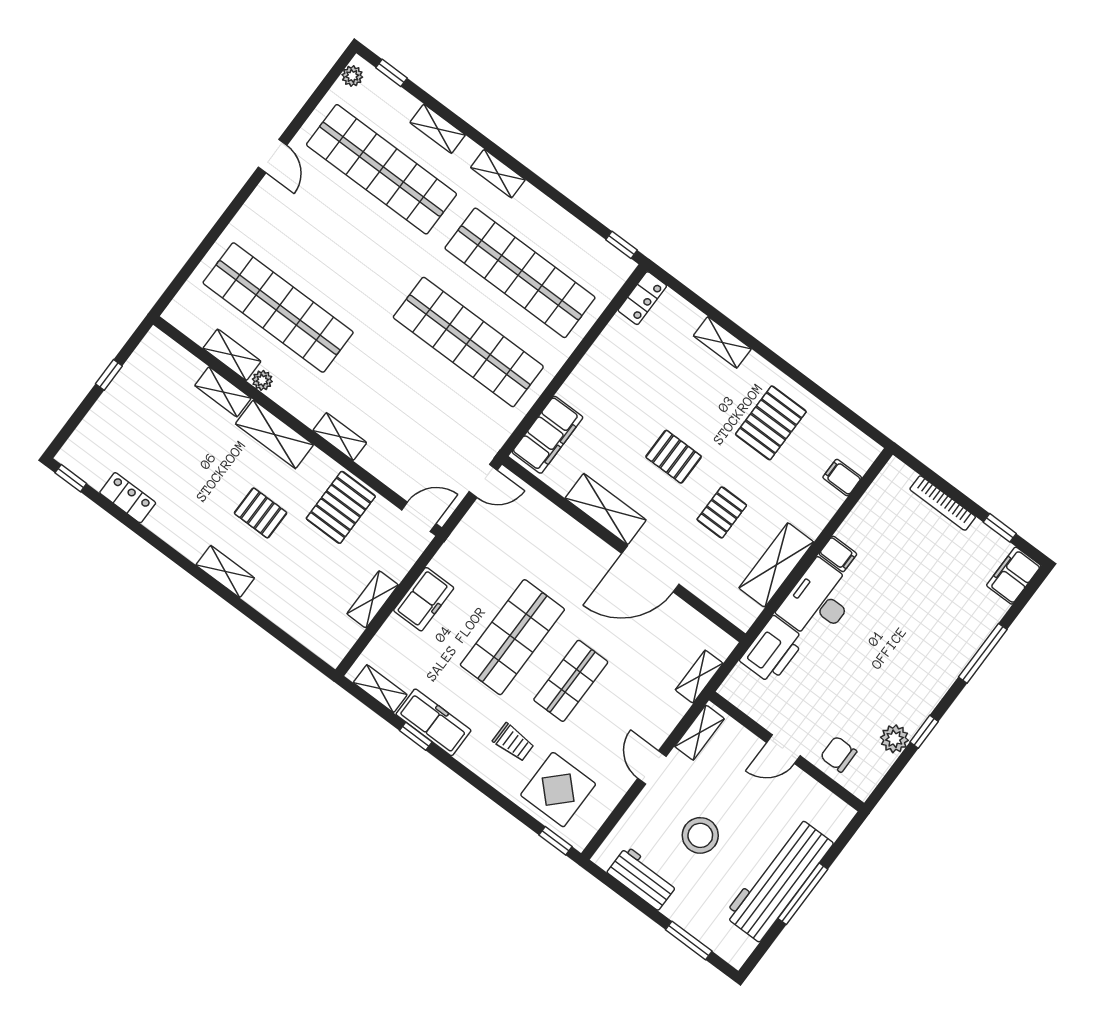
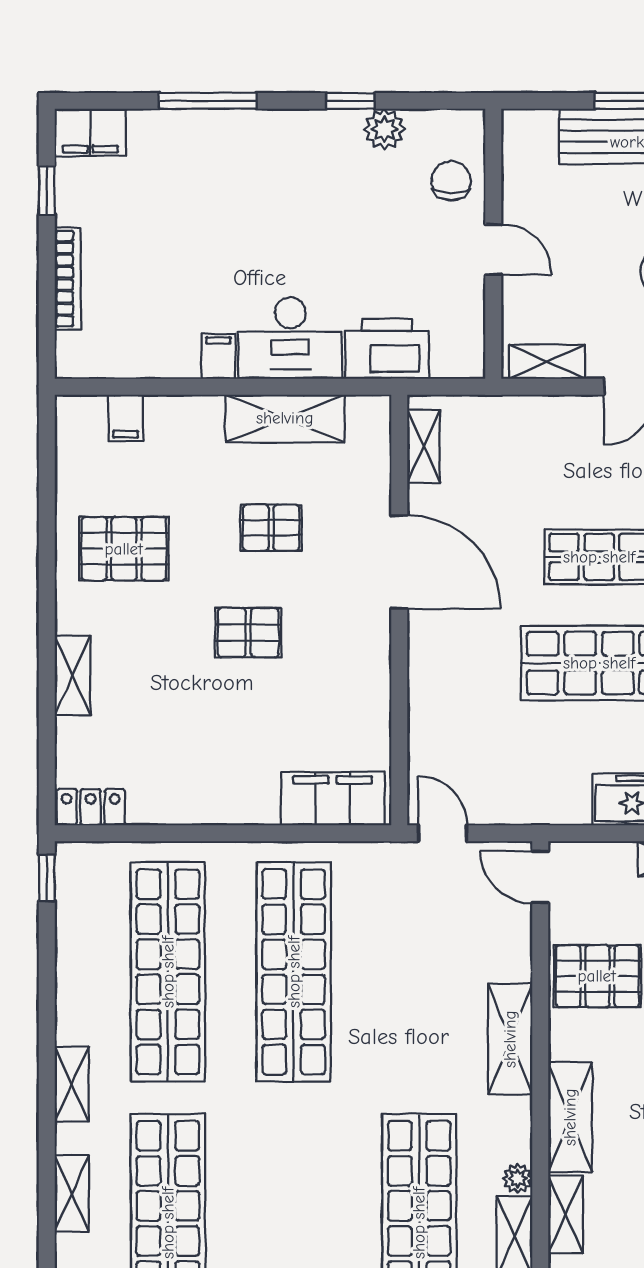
shelving: (340, 437) -> (510, 1039), width x1.50, depth x1.33
pallet: (674, 457) -> (248, 633), turned 90
shelving: (606, 509) -> (369, 666), removed
shelving: (699, 677) -> (424, 446), moved, turned 90
chair: (839, 754) -> (451, 181), turned 180

